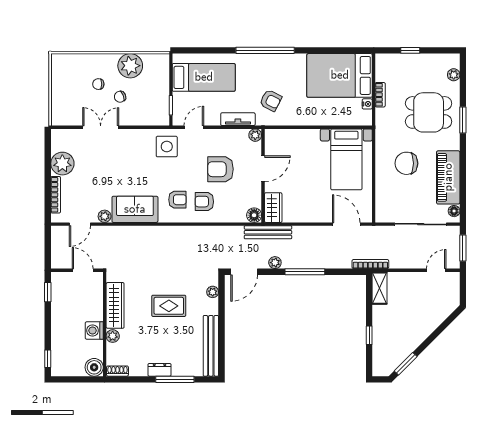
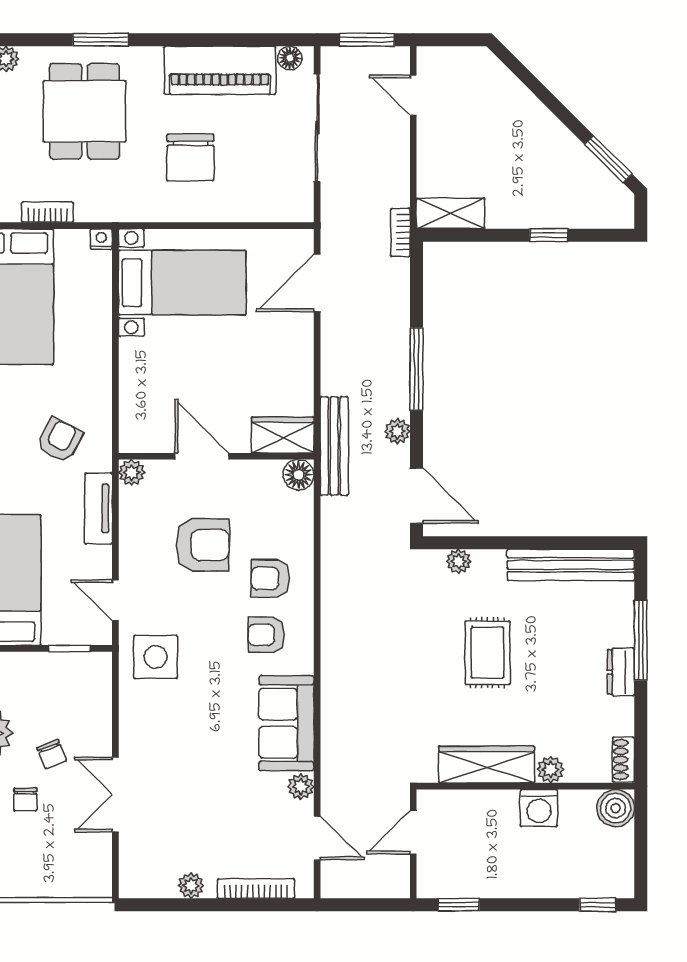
nightstand: (367, 104) -> (101, 239), moved
plant: (62, 164) -> (191, 886), width x0.53, depth x0.53
armchair: (220, 169) -> (203, 545), turned -90
armchair: (177, 200) -> (266, 635), turned -90
armchair: (204, 202) -> (270, 578), turned 90
bookcase: (370, 264) -> (400, 232), width x0.64

